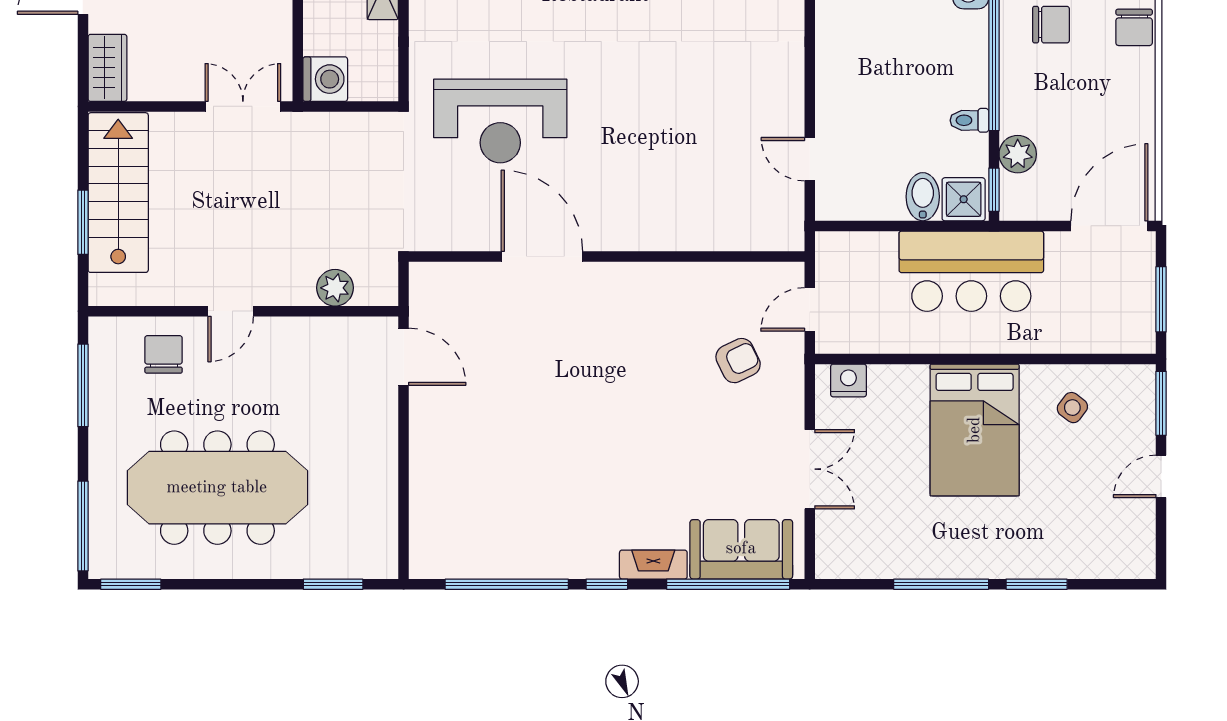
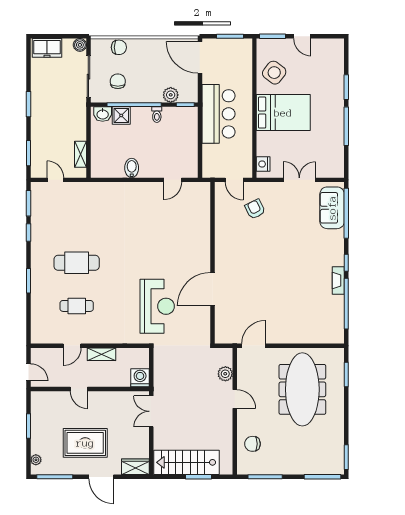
bidet: (923, 197) -> (132, 168), moved, turned 90
shower: (964, 199) -> (121, 115), moved
door: (231, 311) -> (235, 399), moved
side table: (1072, 408) -> (274, 73), width x1.87, depth x1.87
meeting table: (217, 488) -> (302, 389), moved
fireplace: (653, 565) -> (338, 280), moved

